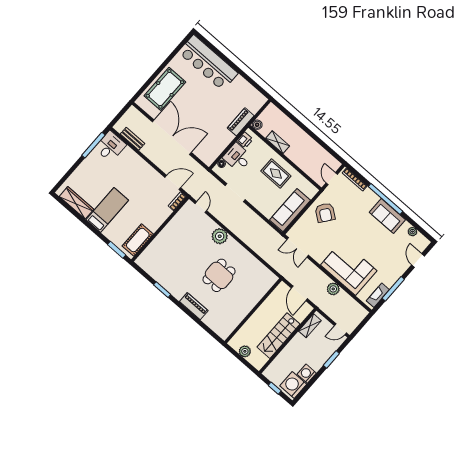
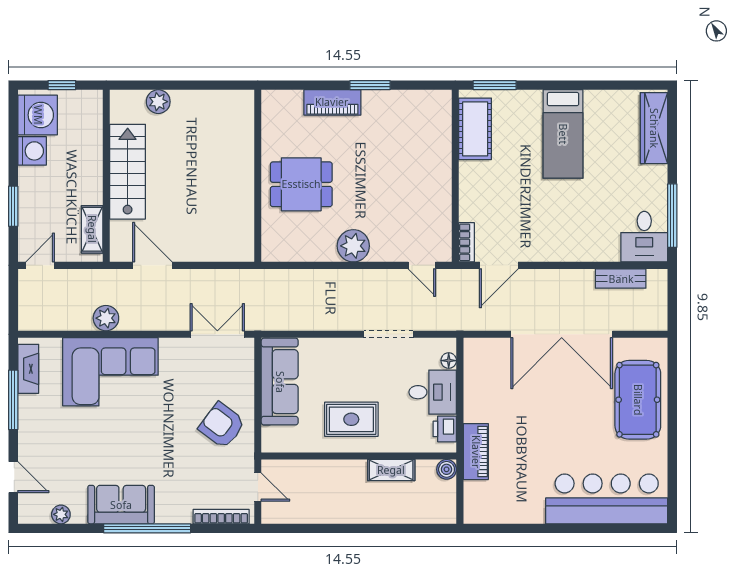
wardrobe: (77, 203) -> (654, 128), moved, turned 90
dining table: (219, 275) -> (301, 184), turned 90
piano: (194, 306) -> (332, 102), moved
wall: (253, 311) -> (258, 176), moved

